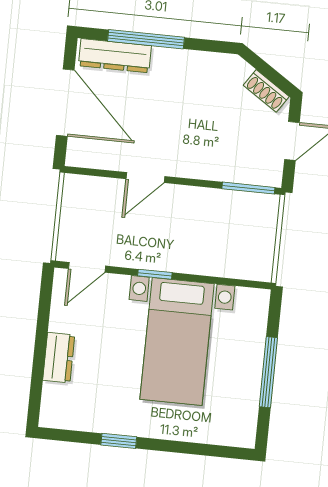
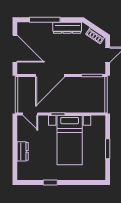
dresser: (115, 56) -> (67, 28), moved
door: (145, 178) -> (50, 76), width x1.87
door: (87, 267) -> (30, 114), hinge flipped
window: (268, 372) -> (108, 149), width x0.69

